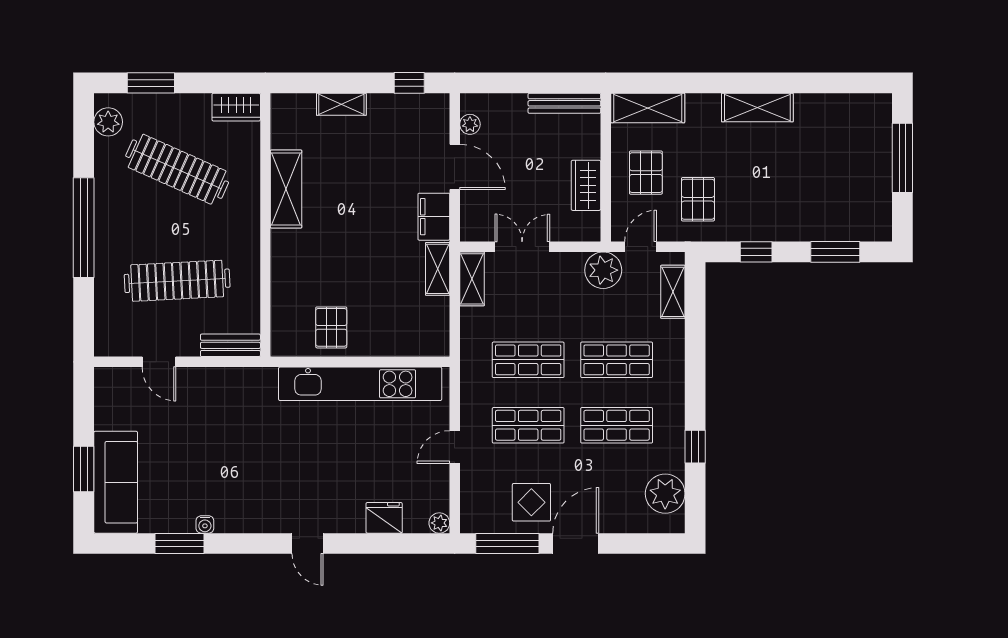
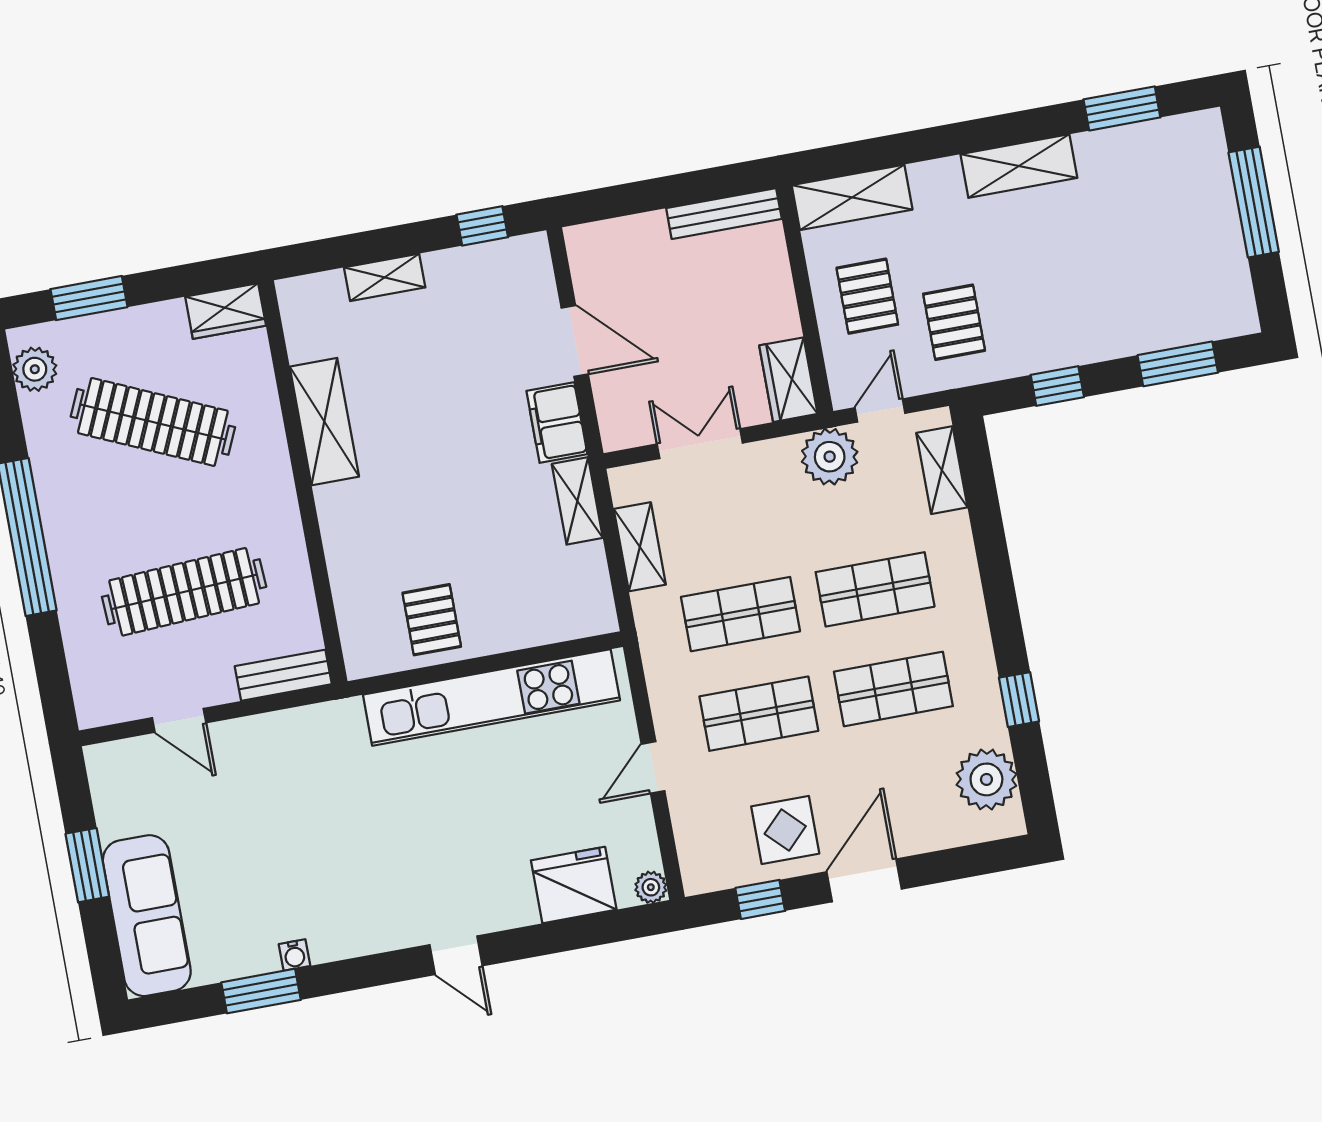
window: (830, 83) -> (1122, 108), added
plant: (470, 124) -> (586, 272), removed
wardrobe: (586, 185) -> (788, 380), moved
shelving: (472, 279) -> (640, 547), moved
window: (84, 469) -> (87, 865), moved
fridge: (384, 518) -> (574, 885), width x1.36, depth x1.34
window: (507, 543) -> (760, 899), width x0.46

